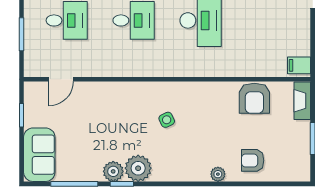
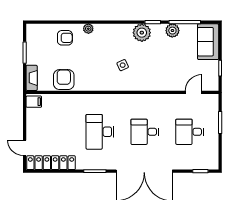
plant: (113, 171) -> (172, 31), moved

